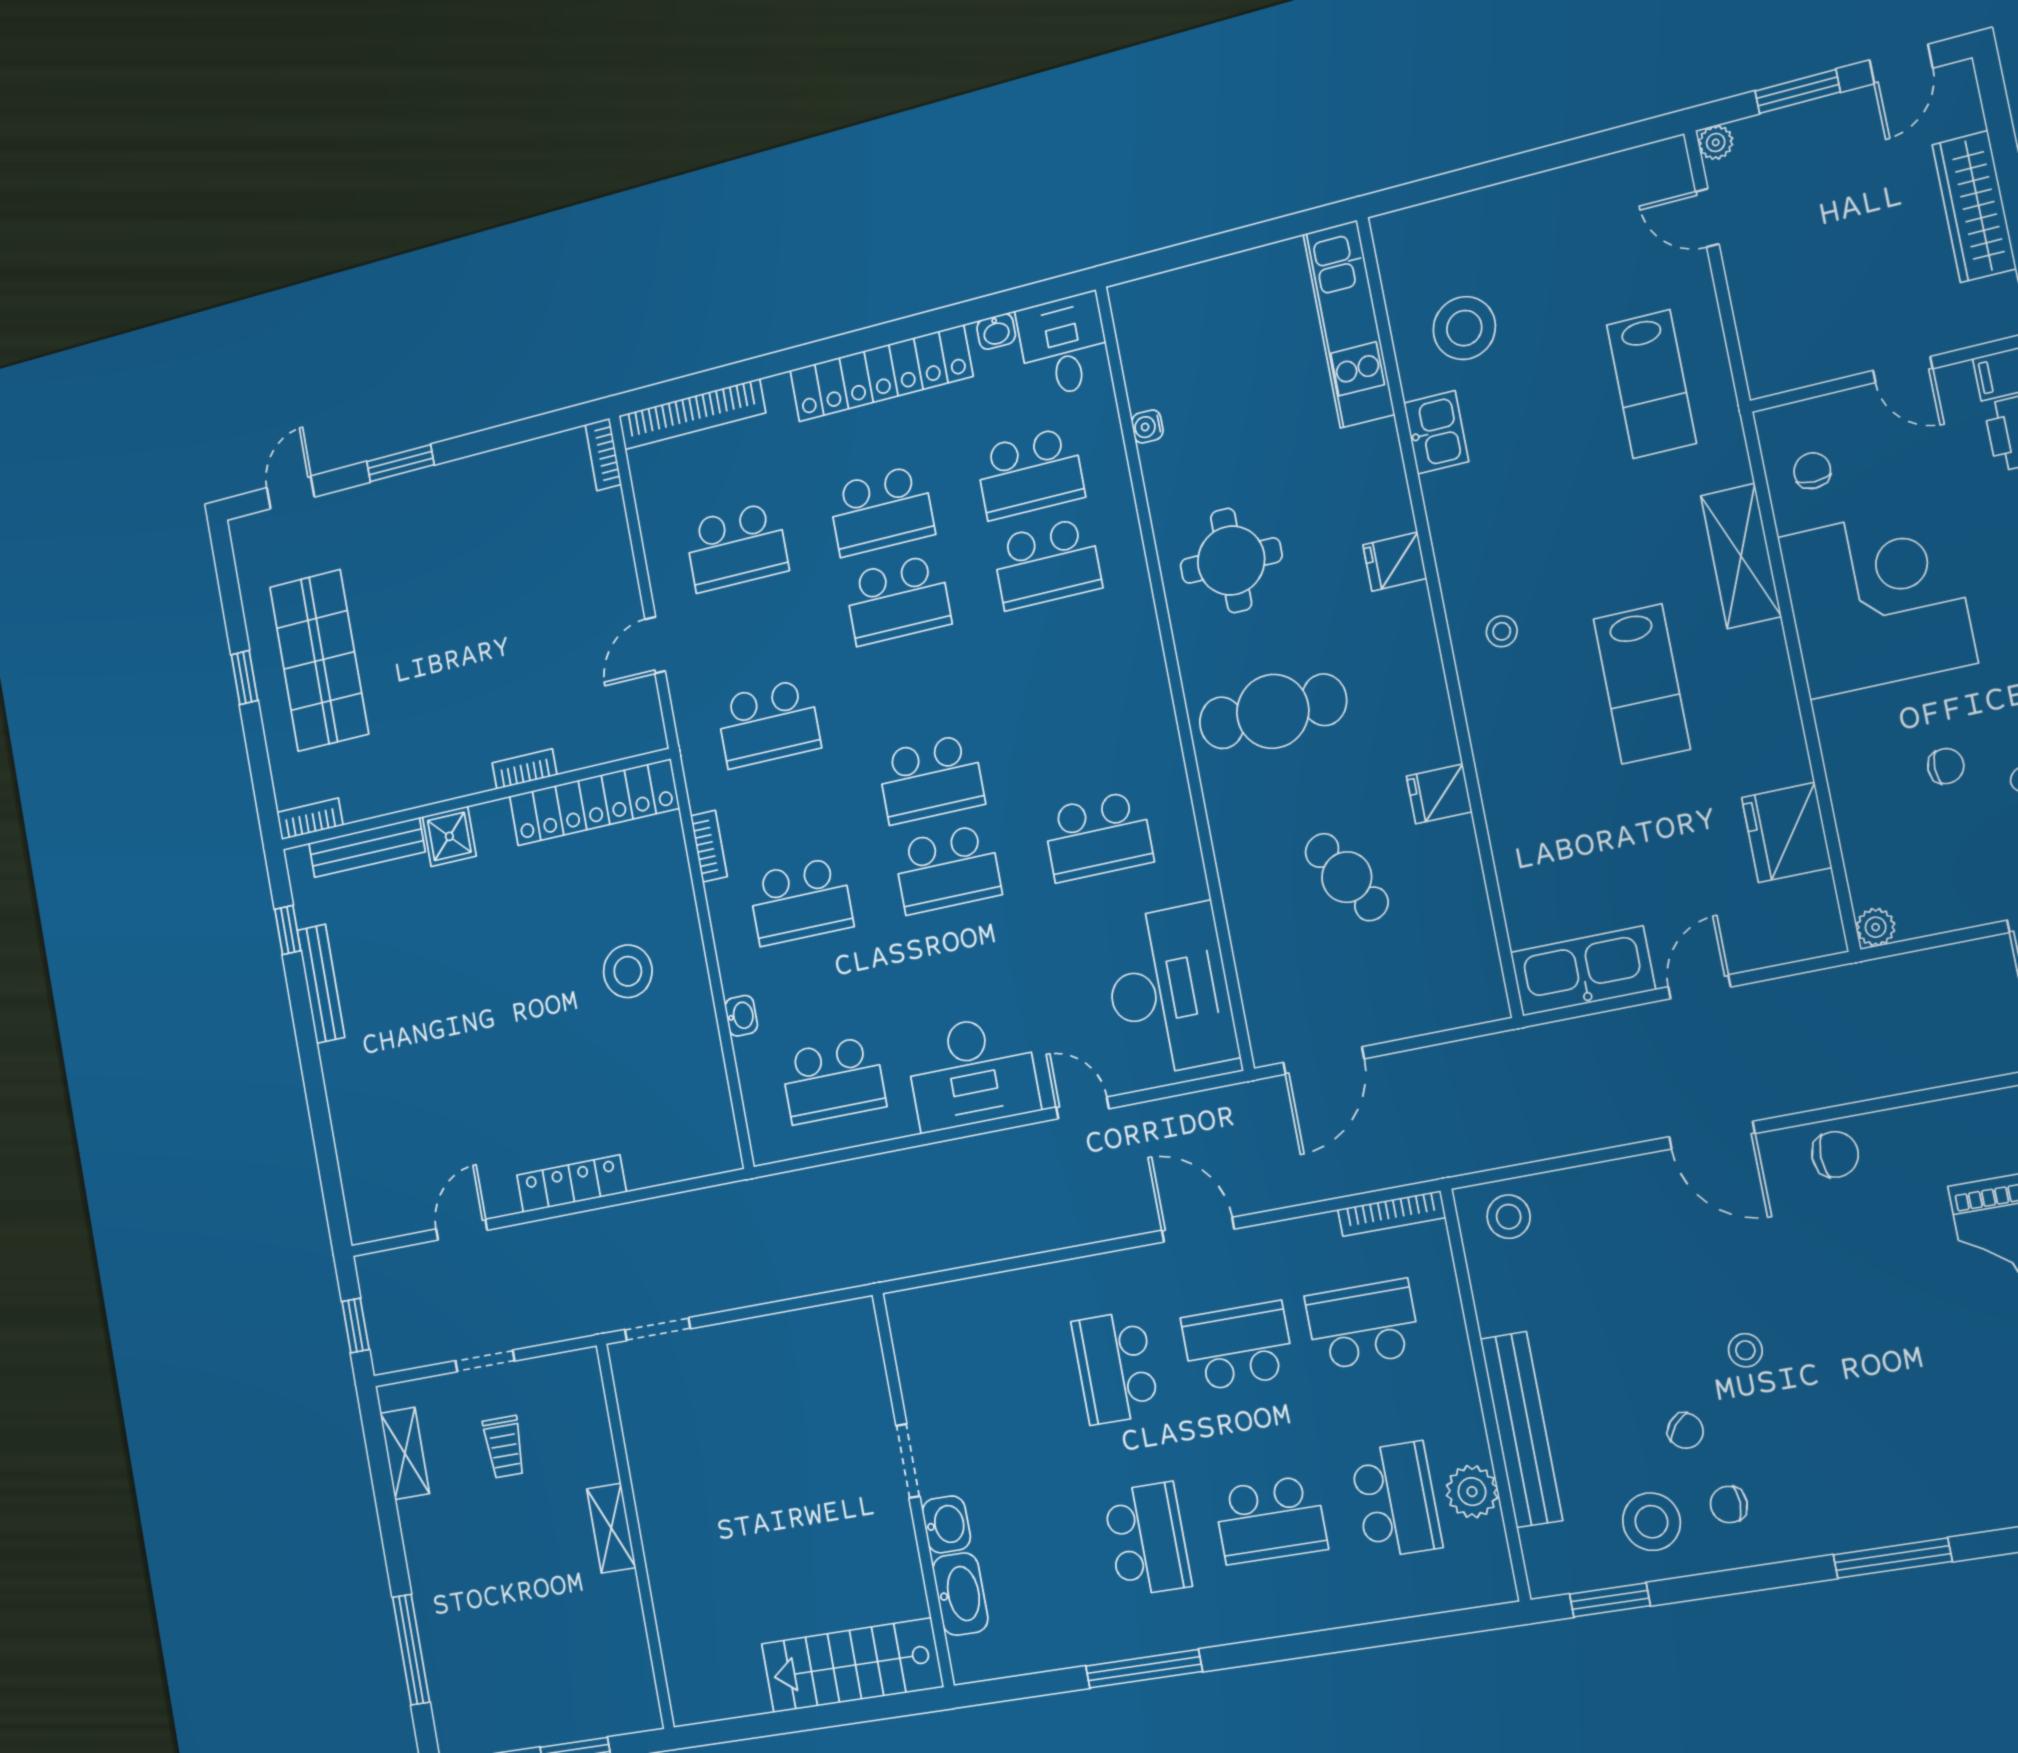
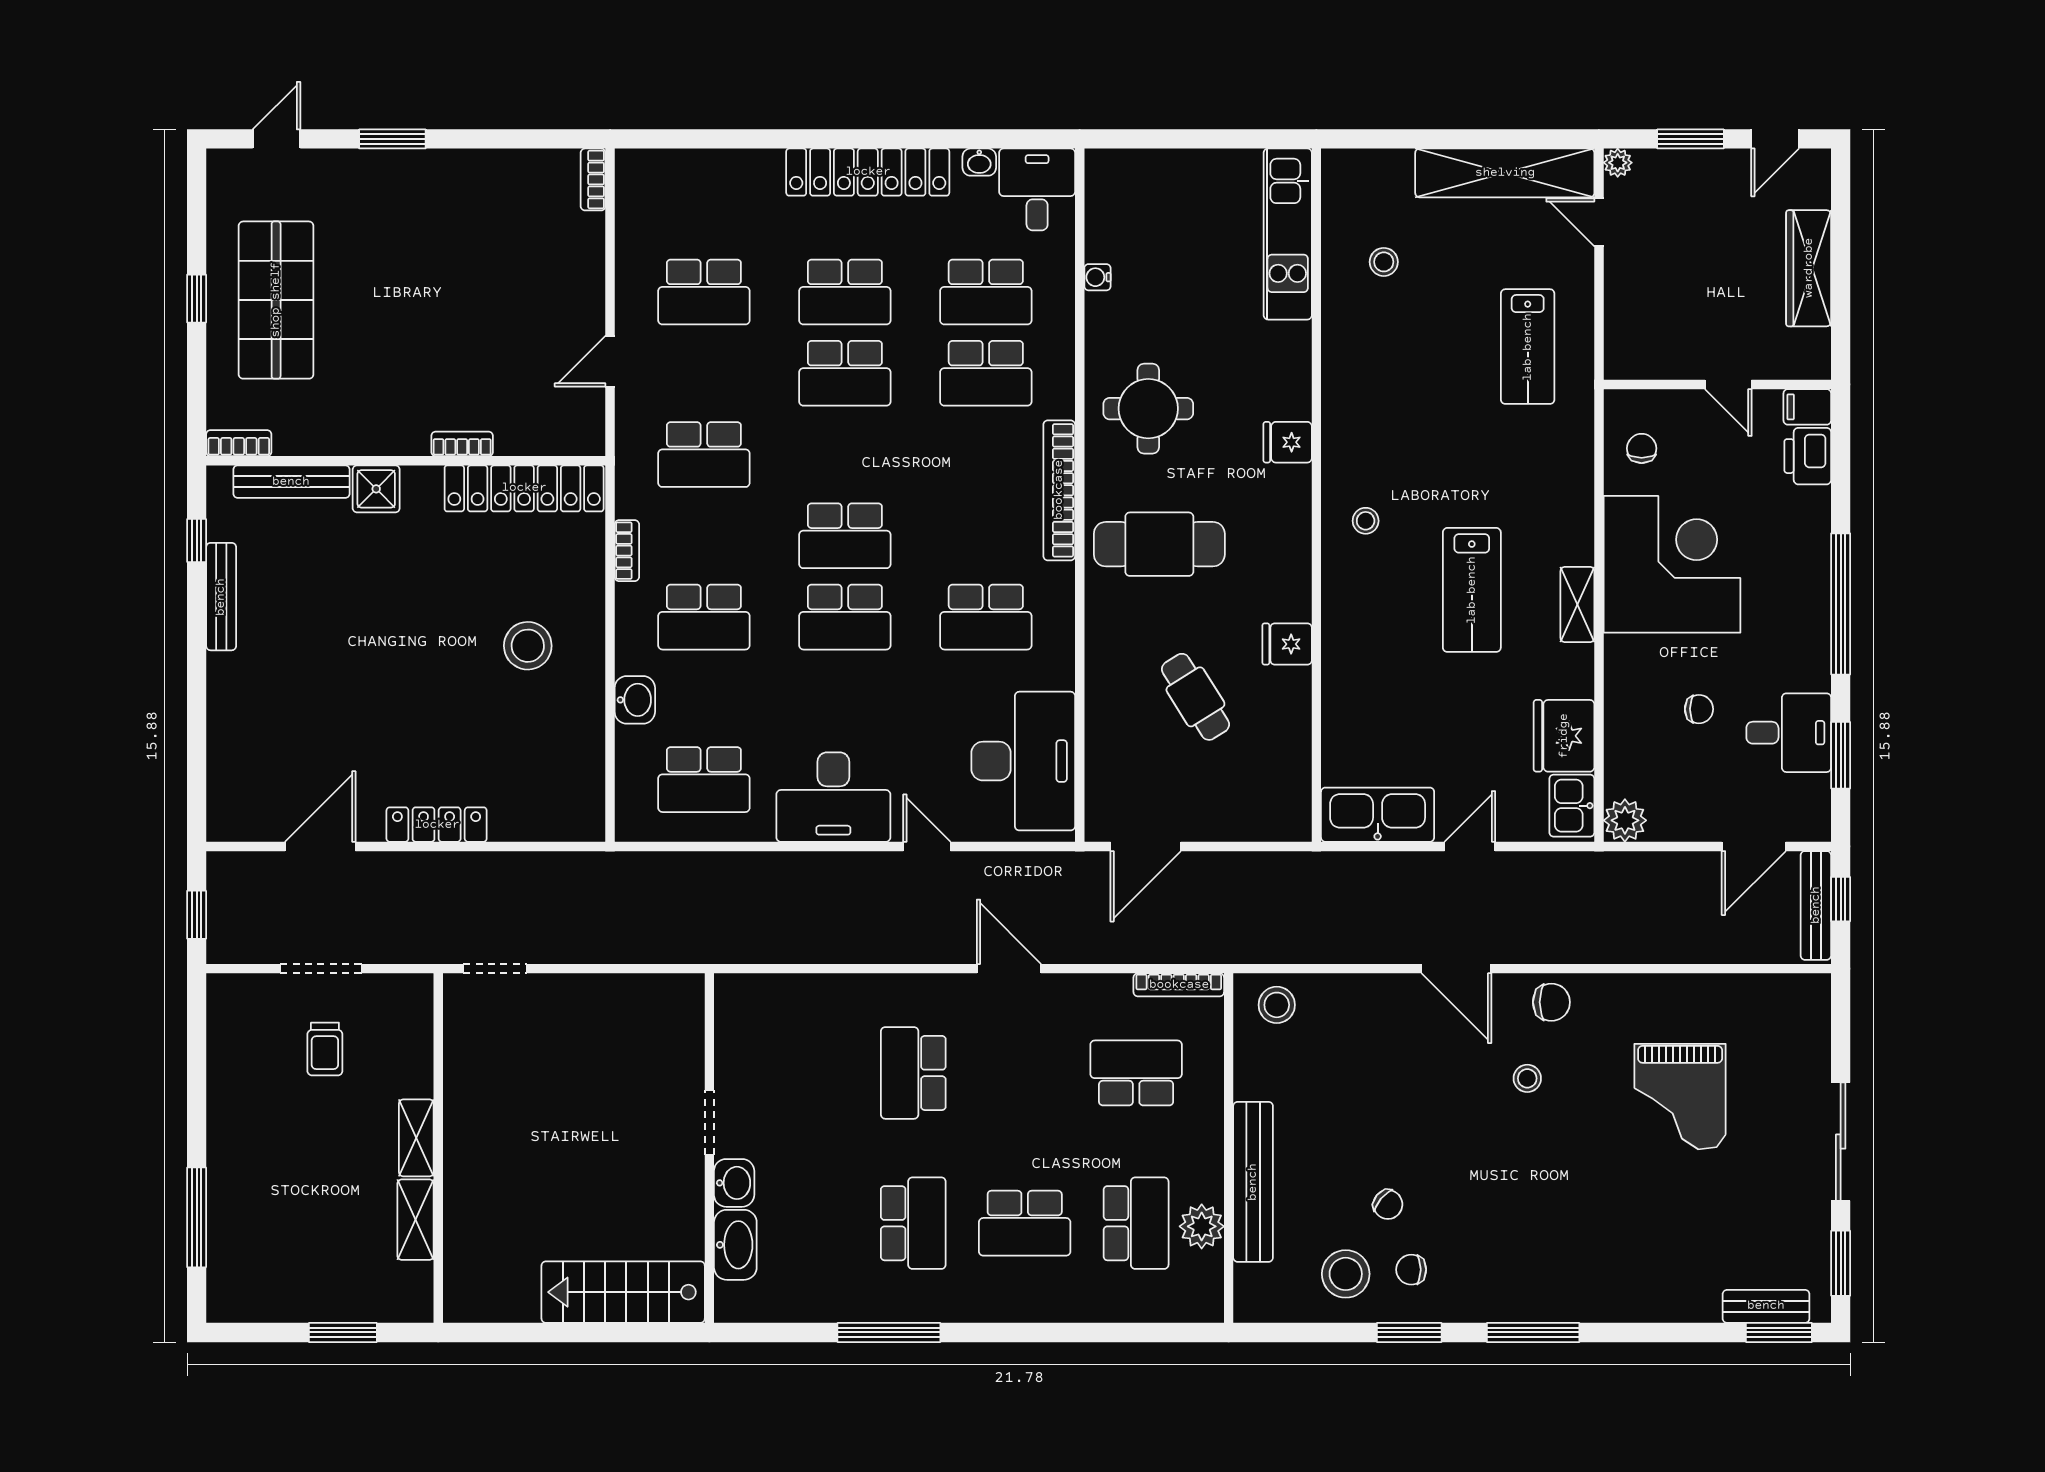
shelving: (1584, 189) -> (1505, 173), added
stool: (1464, 328) -> (1384, 262), width x0.53, depth x0.53
bookcase: (692, 414) -> (1059, 490), moved, turned 90
kitchen sink: (1436, 432) -> (1572, 806), moved, turned 180
shelving: (1741, 556) -> (1577, 605), moved, width x0.67, depth x0.75
plant: (1876, 927) -> (1625, 820), width x1.38, depth x1.38
washbasin: (741, 1016) -> (635, 700), width x1.38, depth x1.45
door: (462, 1230) -> (320, 846), width x1.38
school desk: (1238, 1346) -> (1025, 1073), removed
stool: (1745, 1350) -> (1527, 1078), moved
doorway: (485, 1361) -> (321, 969), width x1.38
shelving: (405, 1453) -> (416, 1220), moved
window: (1610, 1600) -> (1409, 1332), moved

